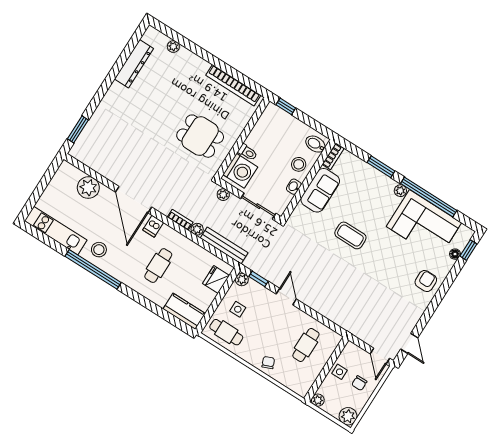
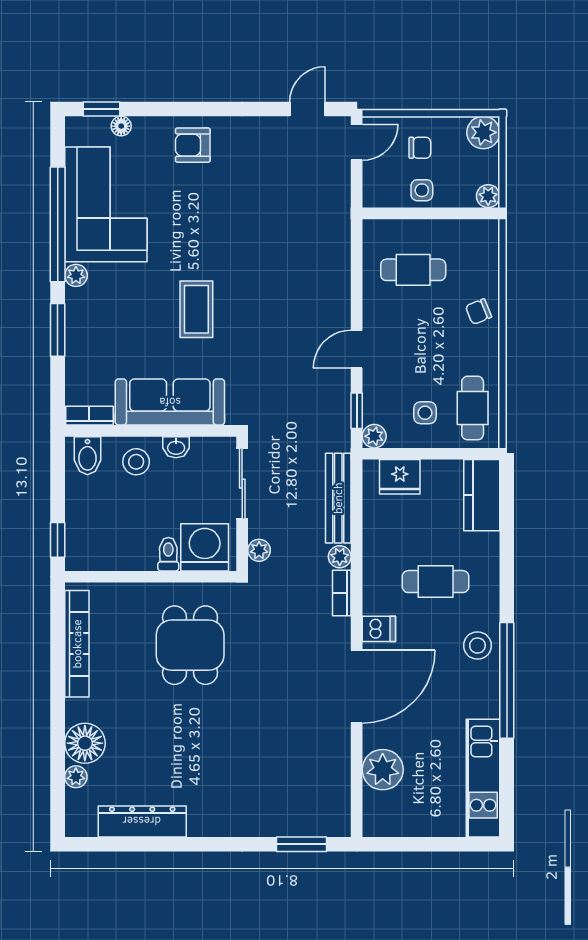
floor lamp: (186, 60) -> (85, 743), added
sofa: (320, 190) -> (170, 402), width x1.36
stool: (99, 250) -> (477, 646), moved

